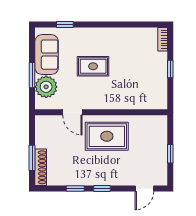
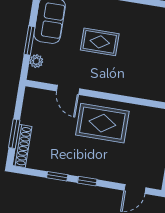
plant: (46, 87) -> (36, 61), width x0.53, depth x0.53

